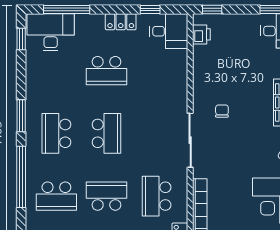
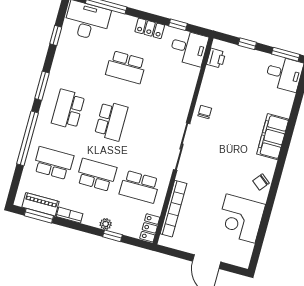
window: (212, 10) -> (247, 44), moved
window: (21, 39) -> (56, 36), moved
chair: (222, 111) -> (205, 112), moved
school desk: (56, 196) -> (53, 163), turned 180
school desk: (157, 196) -> (140, 187), turned -90

